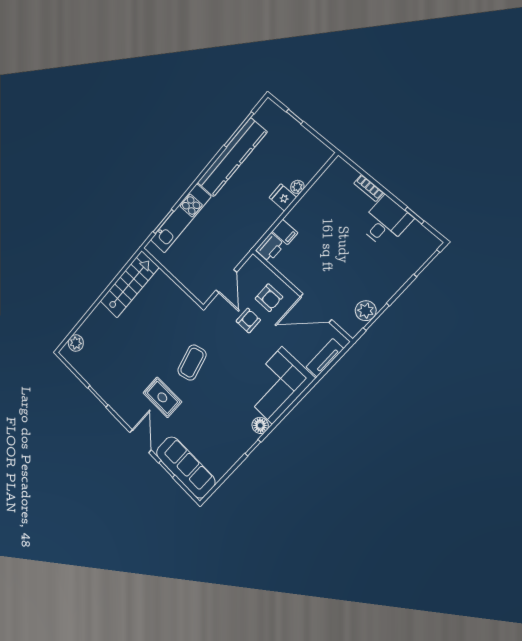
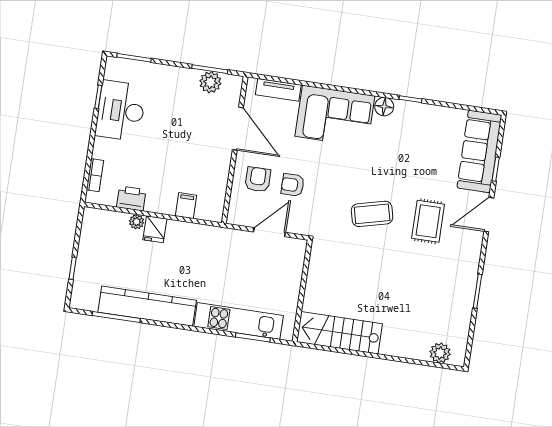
bookcase: (369, 188) -> (95, 175), moved
desk: (385, 222) -> (121, 111), width x1.37
printer: (270, 247) -> (131, 198), moved

